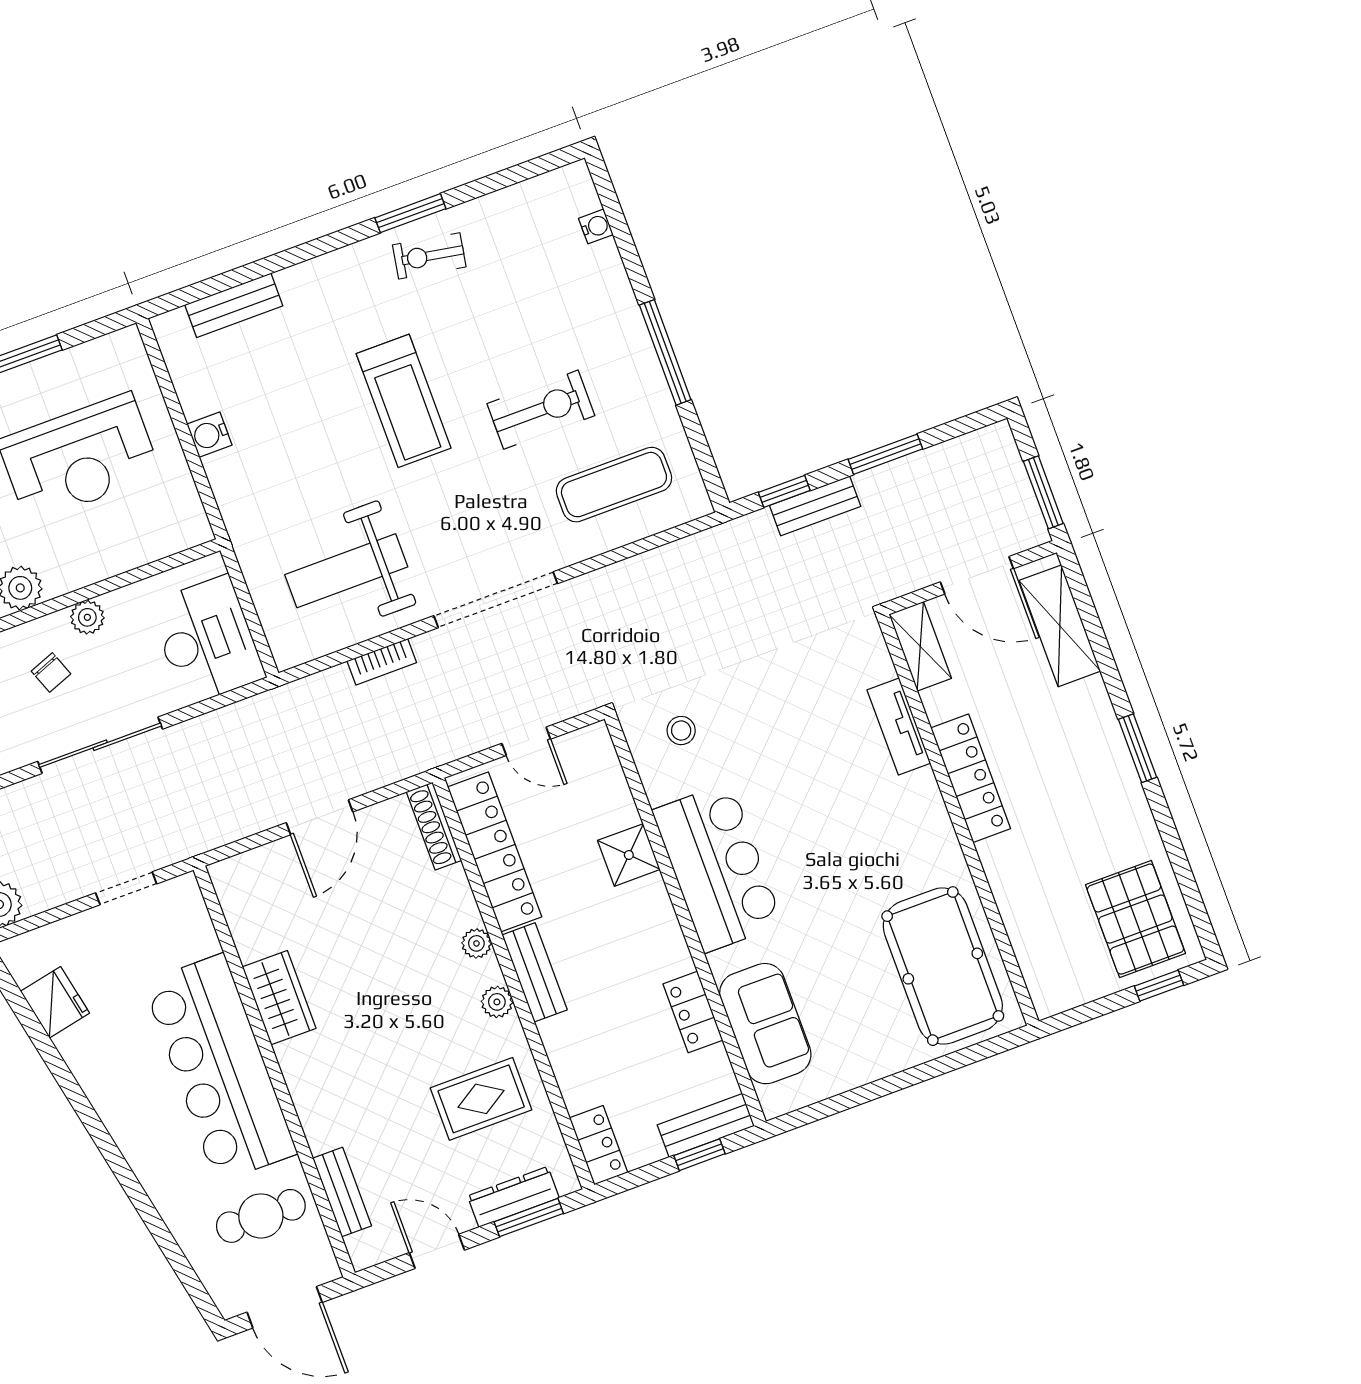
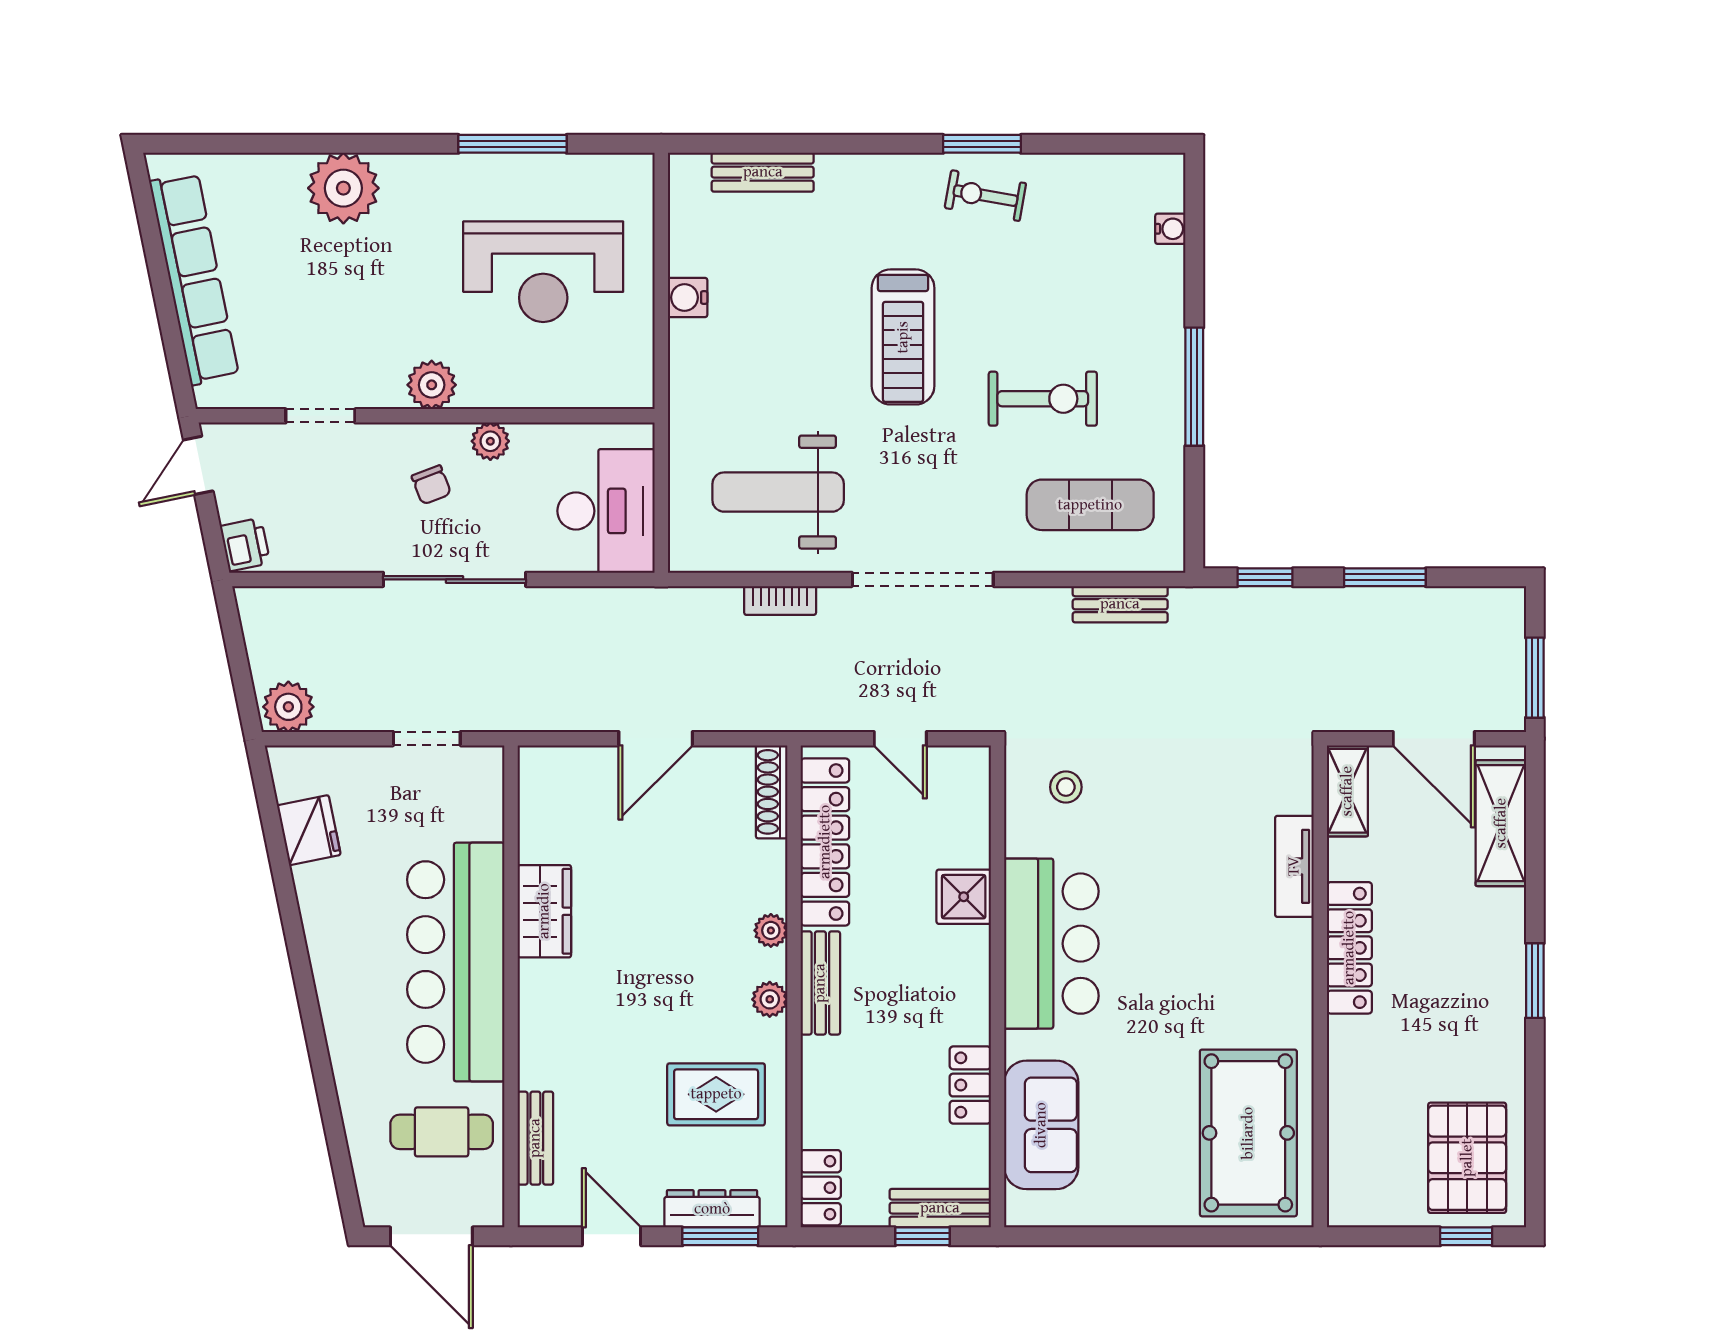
bench: (815, 506) -> (1120, 604), moved

